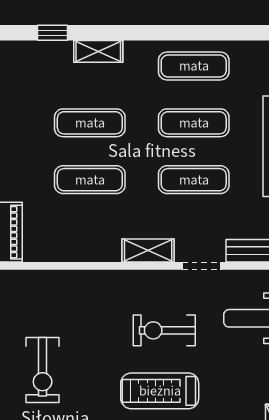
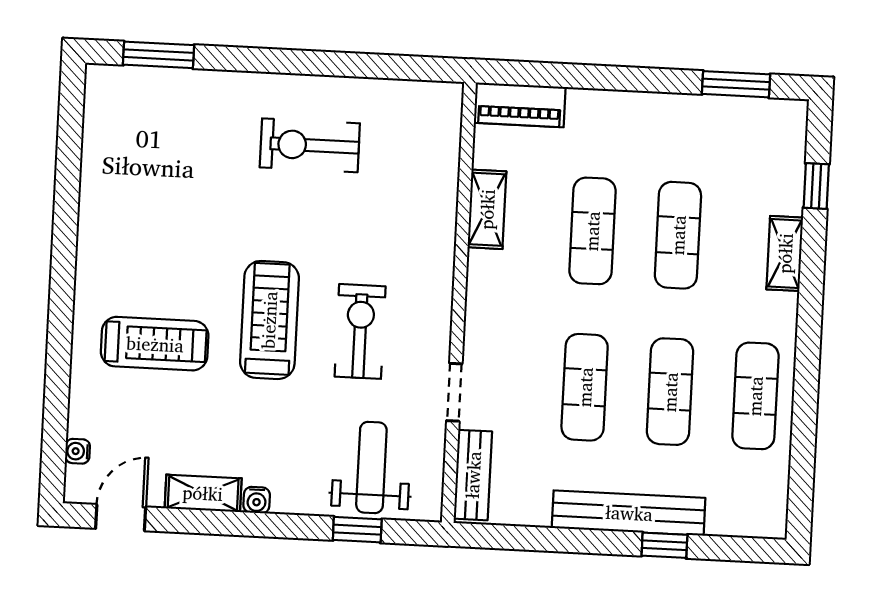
shelving: (148, 250) -> (487, 209), moved

